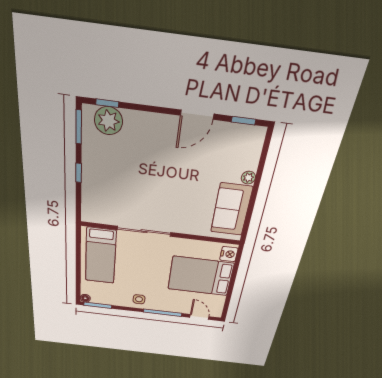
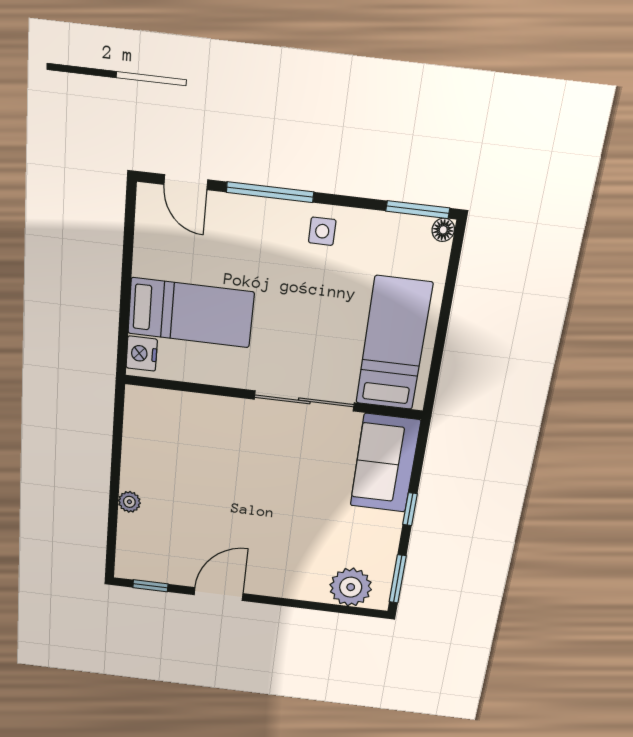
window: (107, 103) -> (350, 610), removed
sofa: (231, 210) -> (385, 463), moved, turned 180
bed: (201, 276) -> (191, 313), width x0.67

